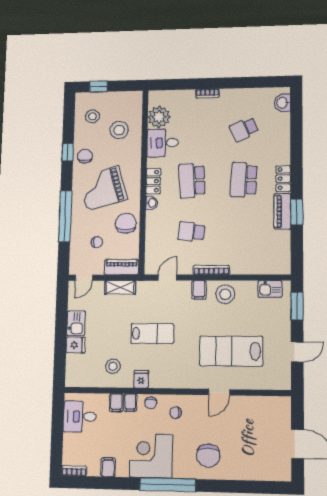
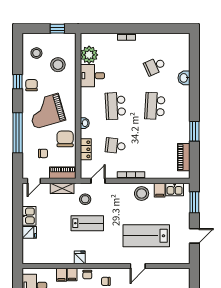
window: (98, 87) -> (57, 29), moved
washbasin: (282, 103) -> (184, 78), moved
locker: (283, 179) -> (185, 105), removed
locker: (153, 181) -> (86, 149), moved
piano: (282, 211) -> (184, 157), moved
filing cabinet: (199, 290) -> (160, 190), moved
stool: (113, 366) -> (85, 199), moved

